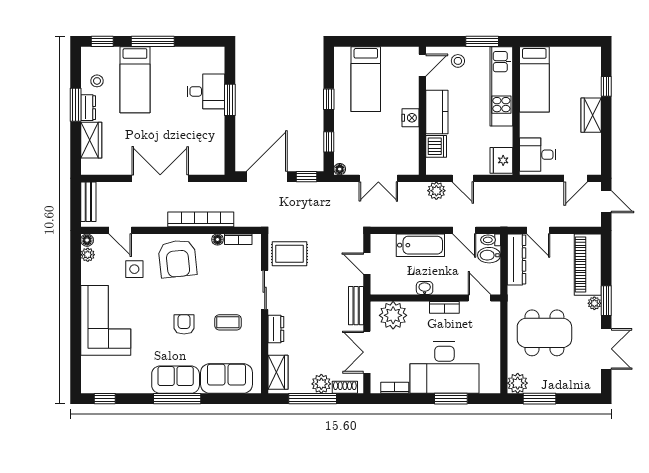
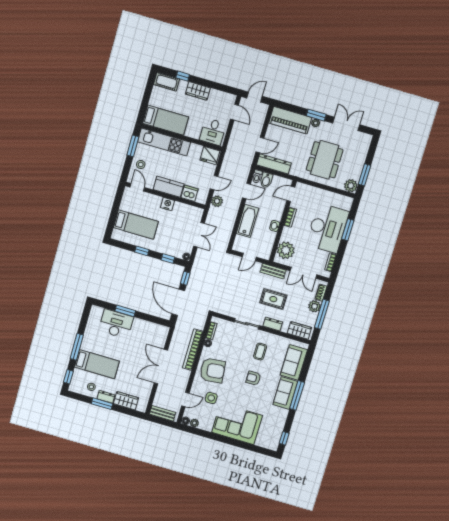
cot: (591, 65) -> (167, 82), added
desk: (206, 91) -> (116, 324), width x1.37
rug: (290, 254) -> (273, 299), moved, turned 90

